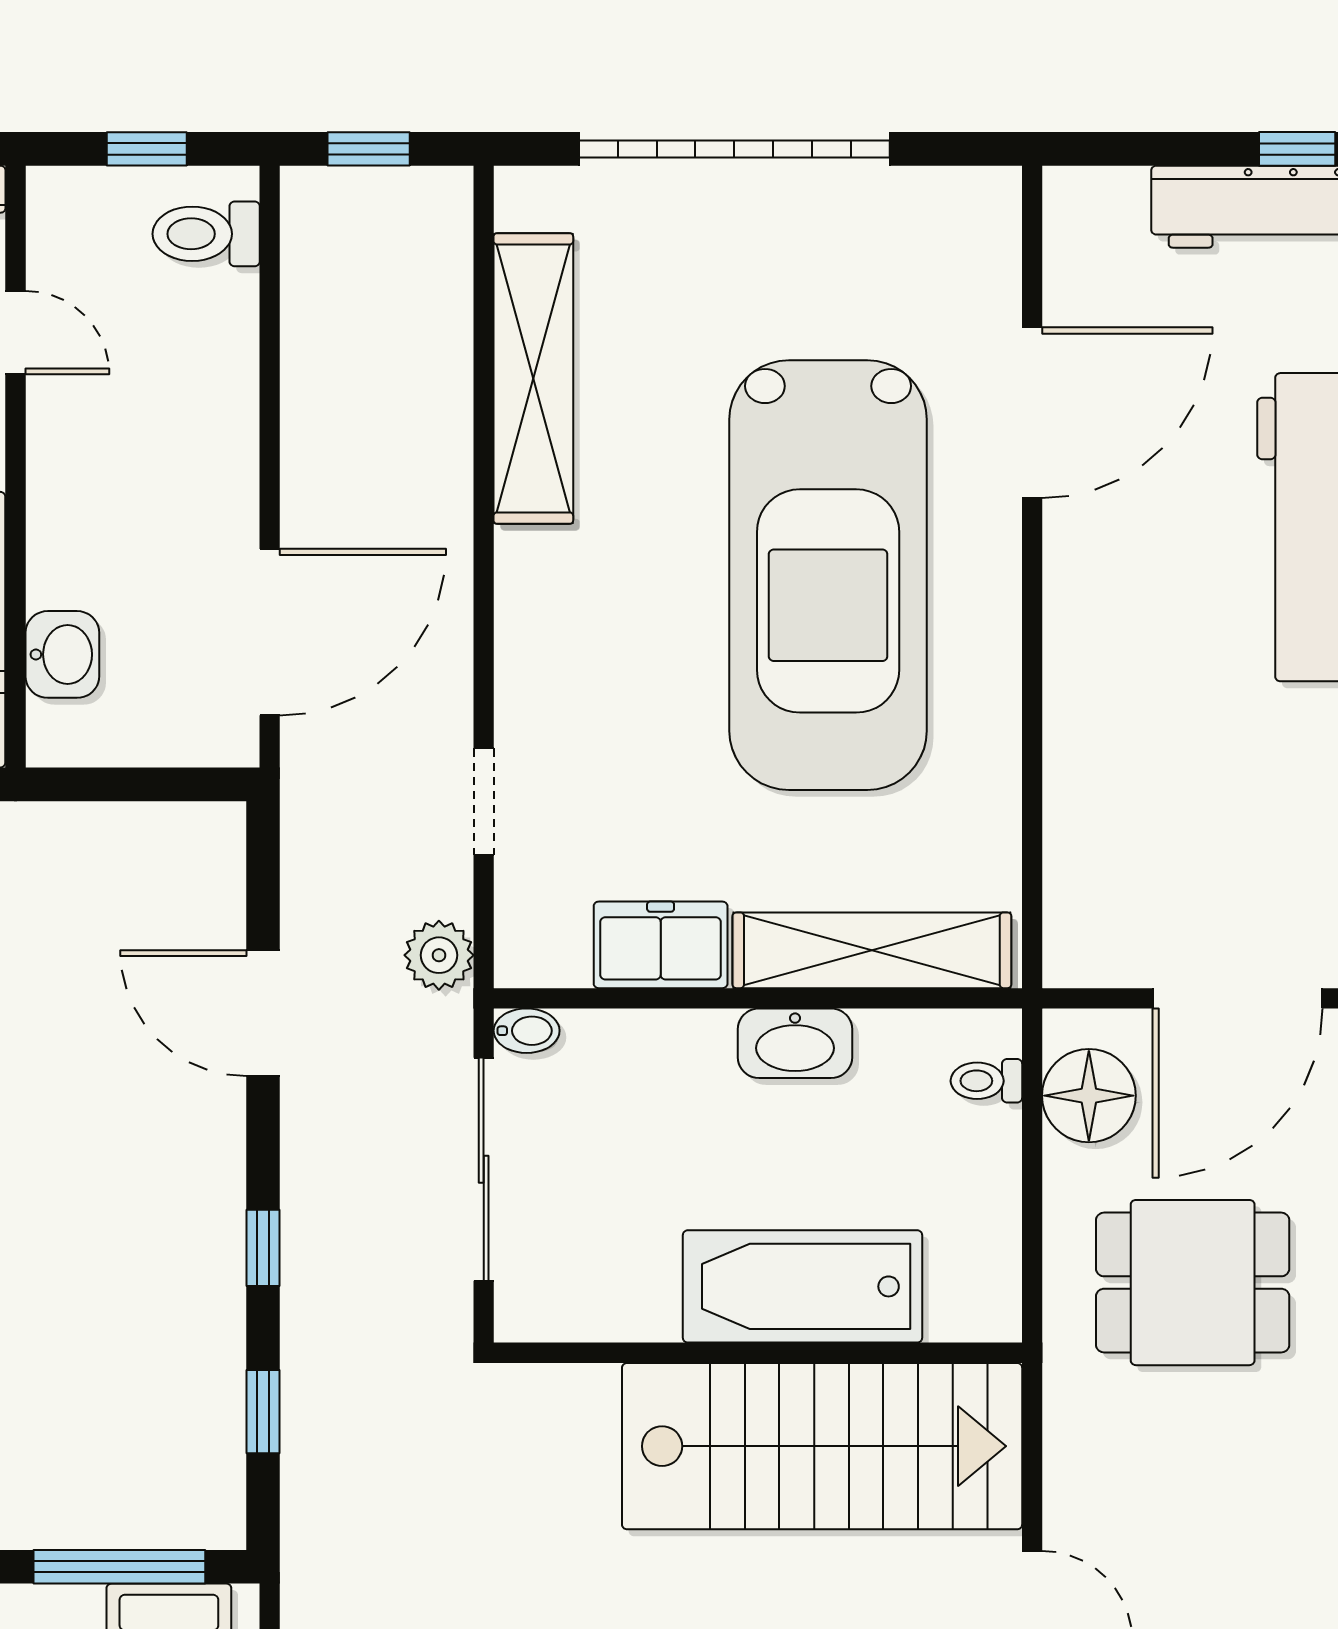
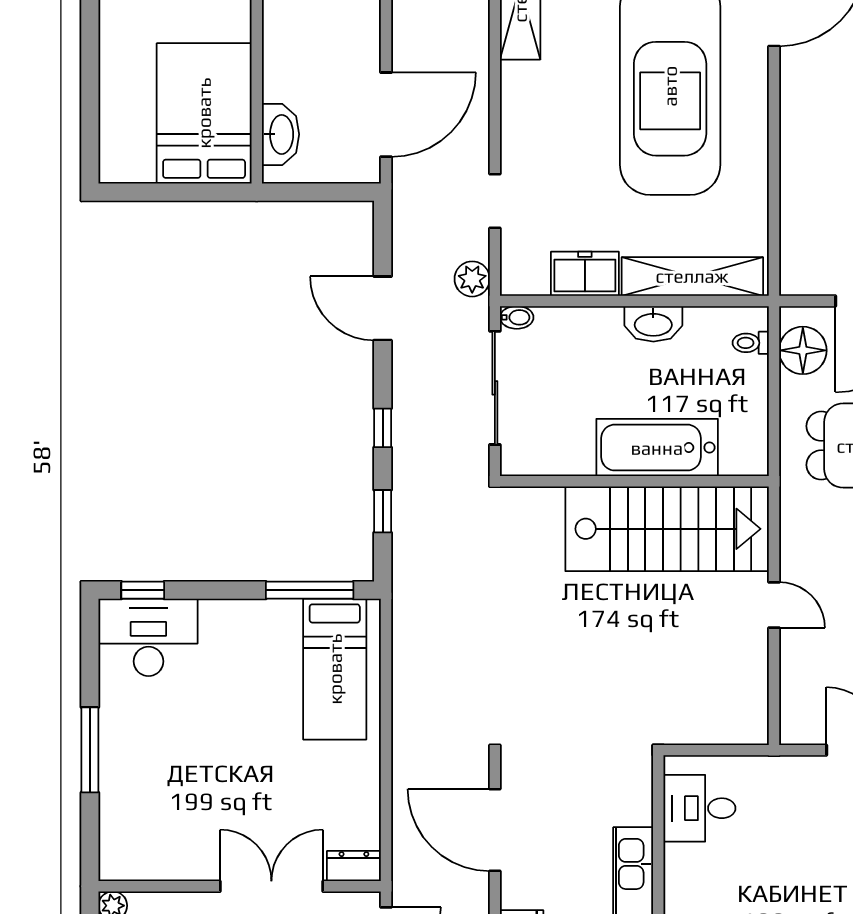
washbasin: (62, 654) -> (281, 134), width x1.38

